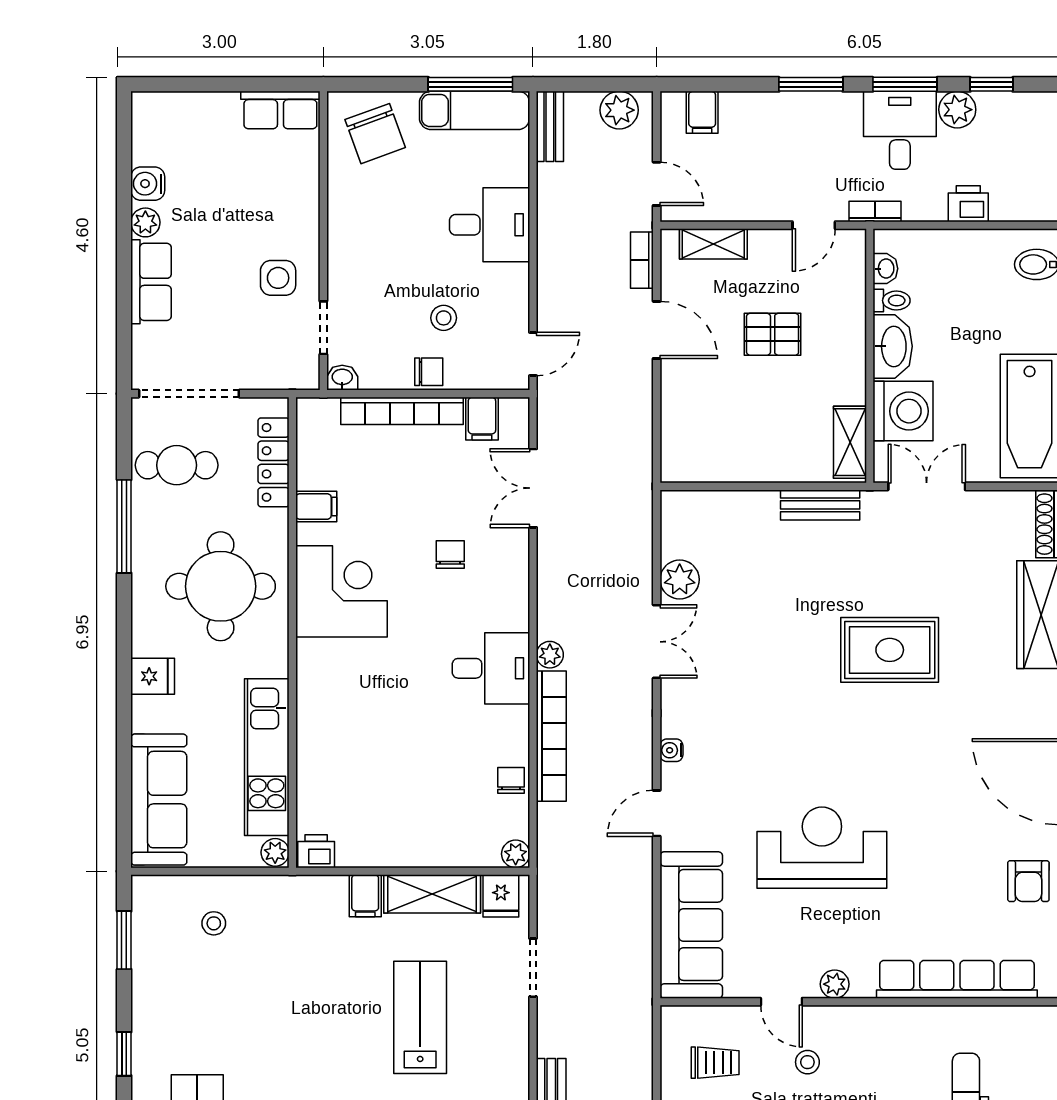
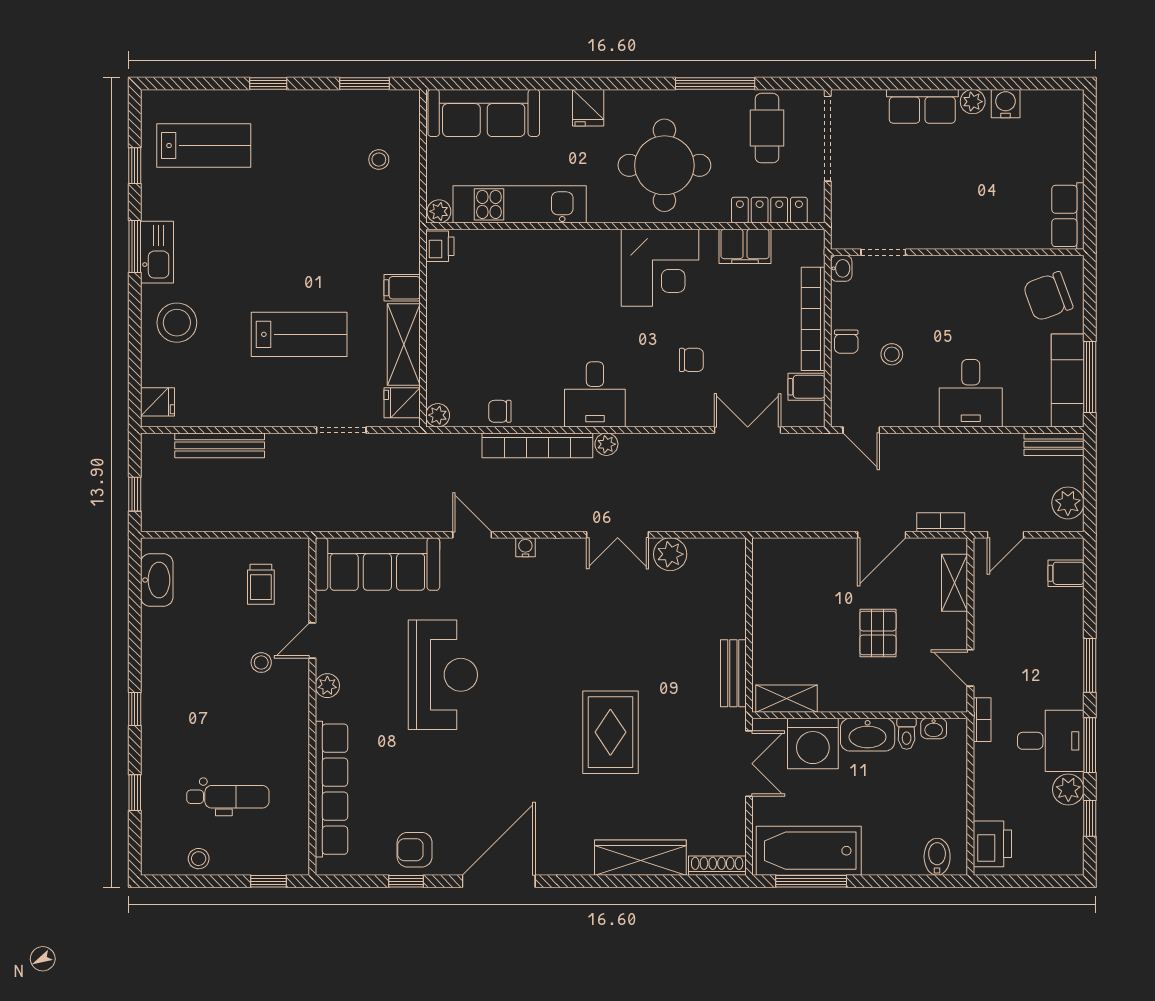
printer: (968, 204) -> (992, 844), moved, width x1.36, depth x1.24
side table: (278, 278) -> (926, 214), removed
filing cabinet: (316, 506) -> (745, 246), width x2.00
chair: (511, 780) -> (500, 411), turned 180

